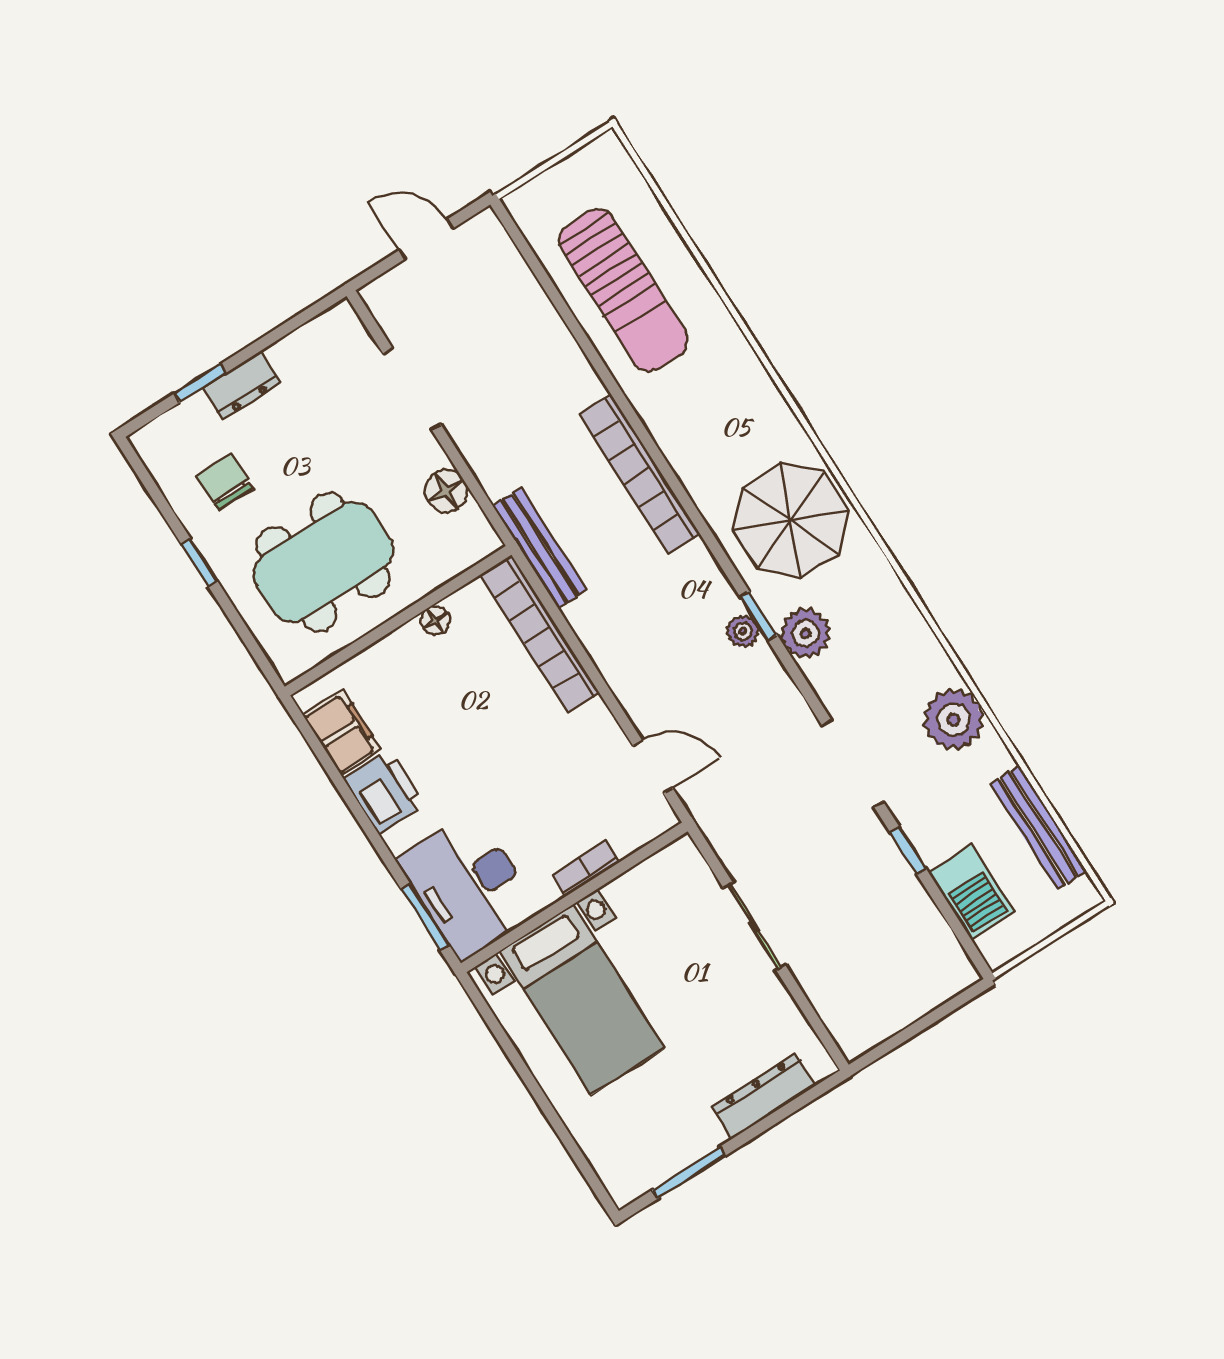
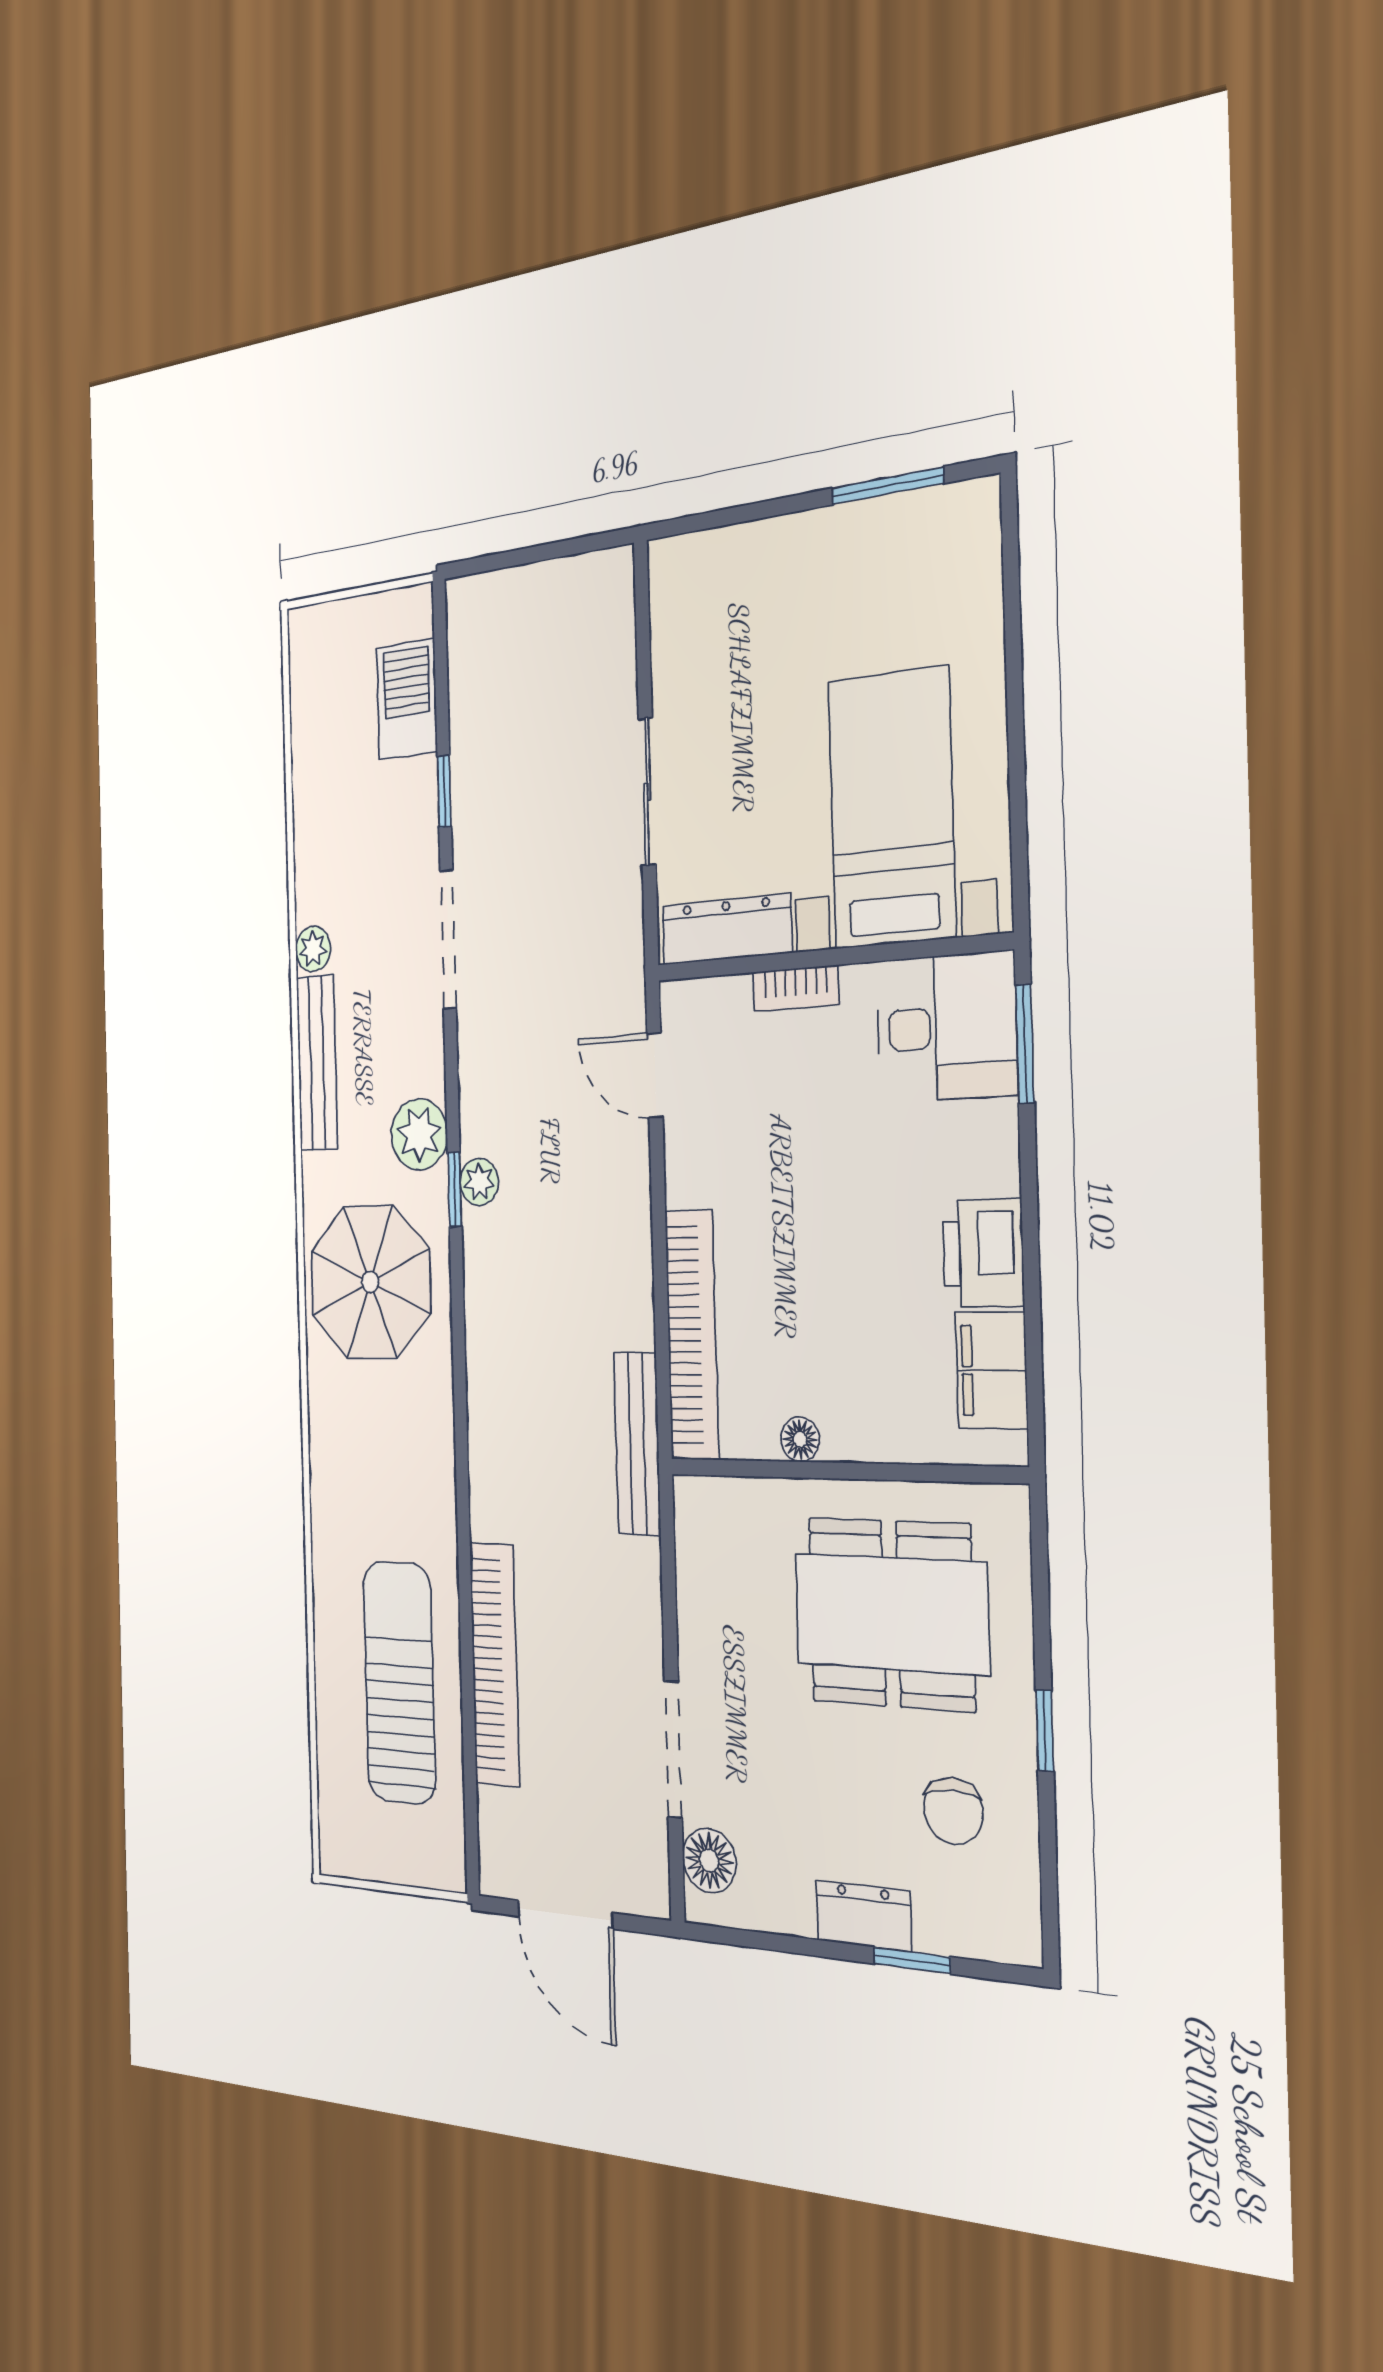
door: (426, 239) -> (565, 1915), width x1.38
bookcase: (640, 474) -> (495, 1664), moved
floor lamp: (446, 491) -> (709, 1861), moved
plant: (954, 720) -> (313, 949), width x0.53, depth x0.53
bench: (1038, 827) -> (317, 1063), moved
desk: (469, 886) -> (947, 1027), width x0.73
dresser: (764, 1096) -> (727, 929), moved, turned 180

